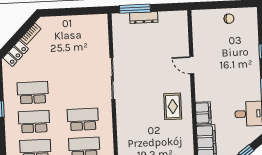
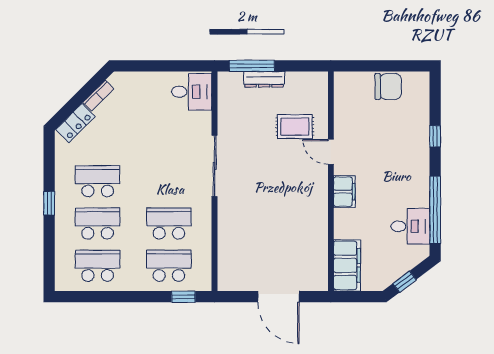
chair: (229, 19) -> (388, 86), width x1.87, depth x1.87
desk: (94, 28) -> (192, 92), added
rug: (173, 106) -> (295, 127), moved, turned 90
filing cabinet: (203, 113) -> (344, 192), moved

